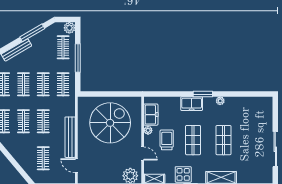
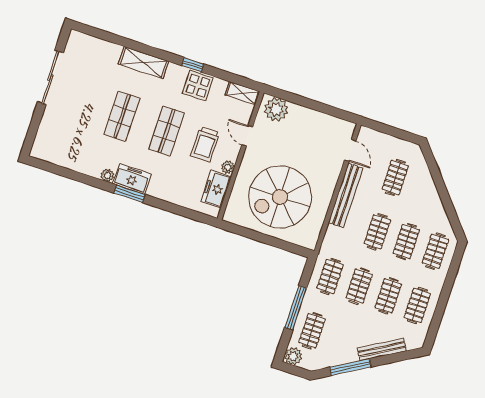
freezer: (192, 104) -> (132, 179), moved

